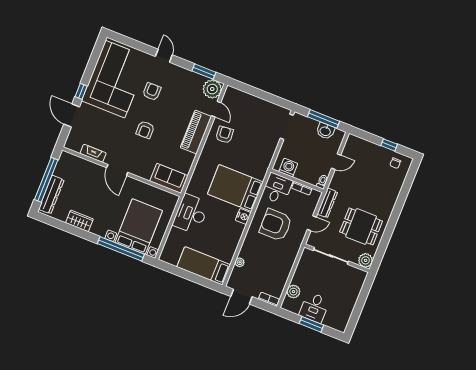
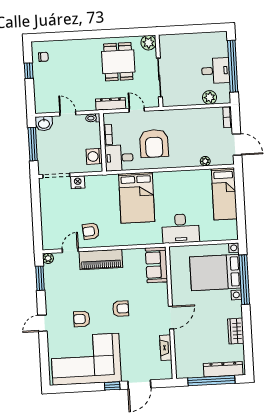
plant: (212, 89) -> (48, 258), width x0.53, depth x0.53
washbasin: (325, 131) -> (44, 124), moved, turned 90
nightstand: (243, 216) -> (78, 182), moved
window: (311, 324) -> (233, 66), width x2.11

